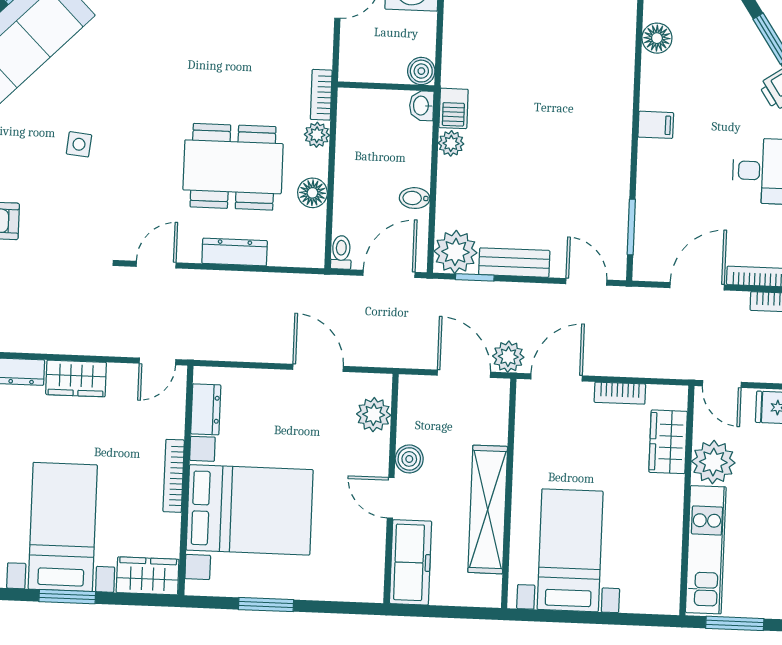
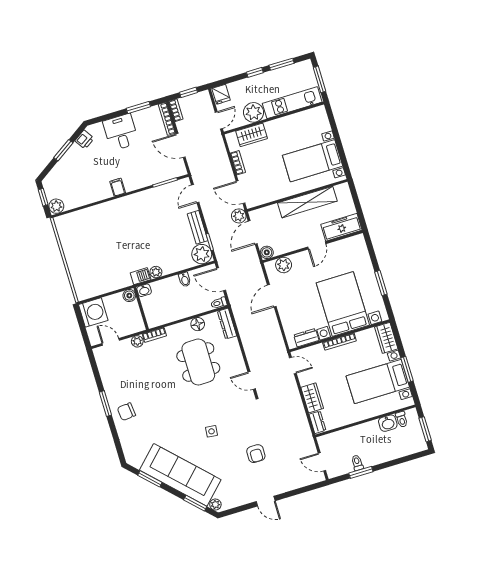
floor lamp: (657, 38) -> (80, 199), removed
plant: (317, 135) -> (137, 341), moved
dresser: (235, 252) -> (227, 324), moved
boiler: (409, 459) -> (267, 252), moved

